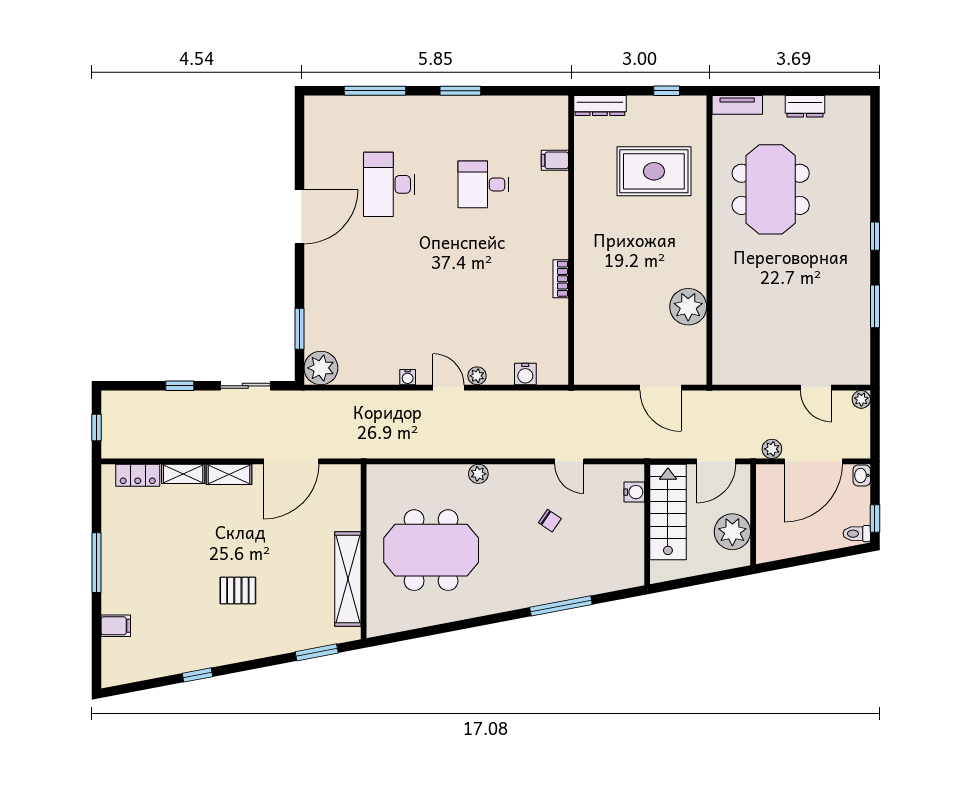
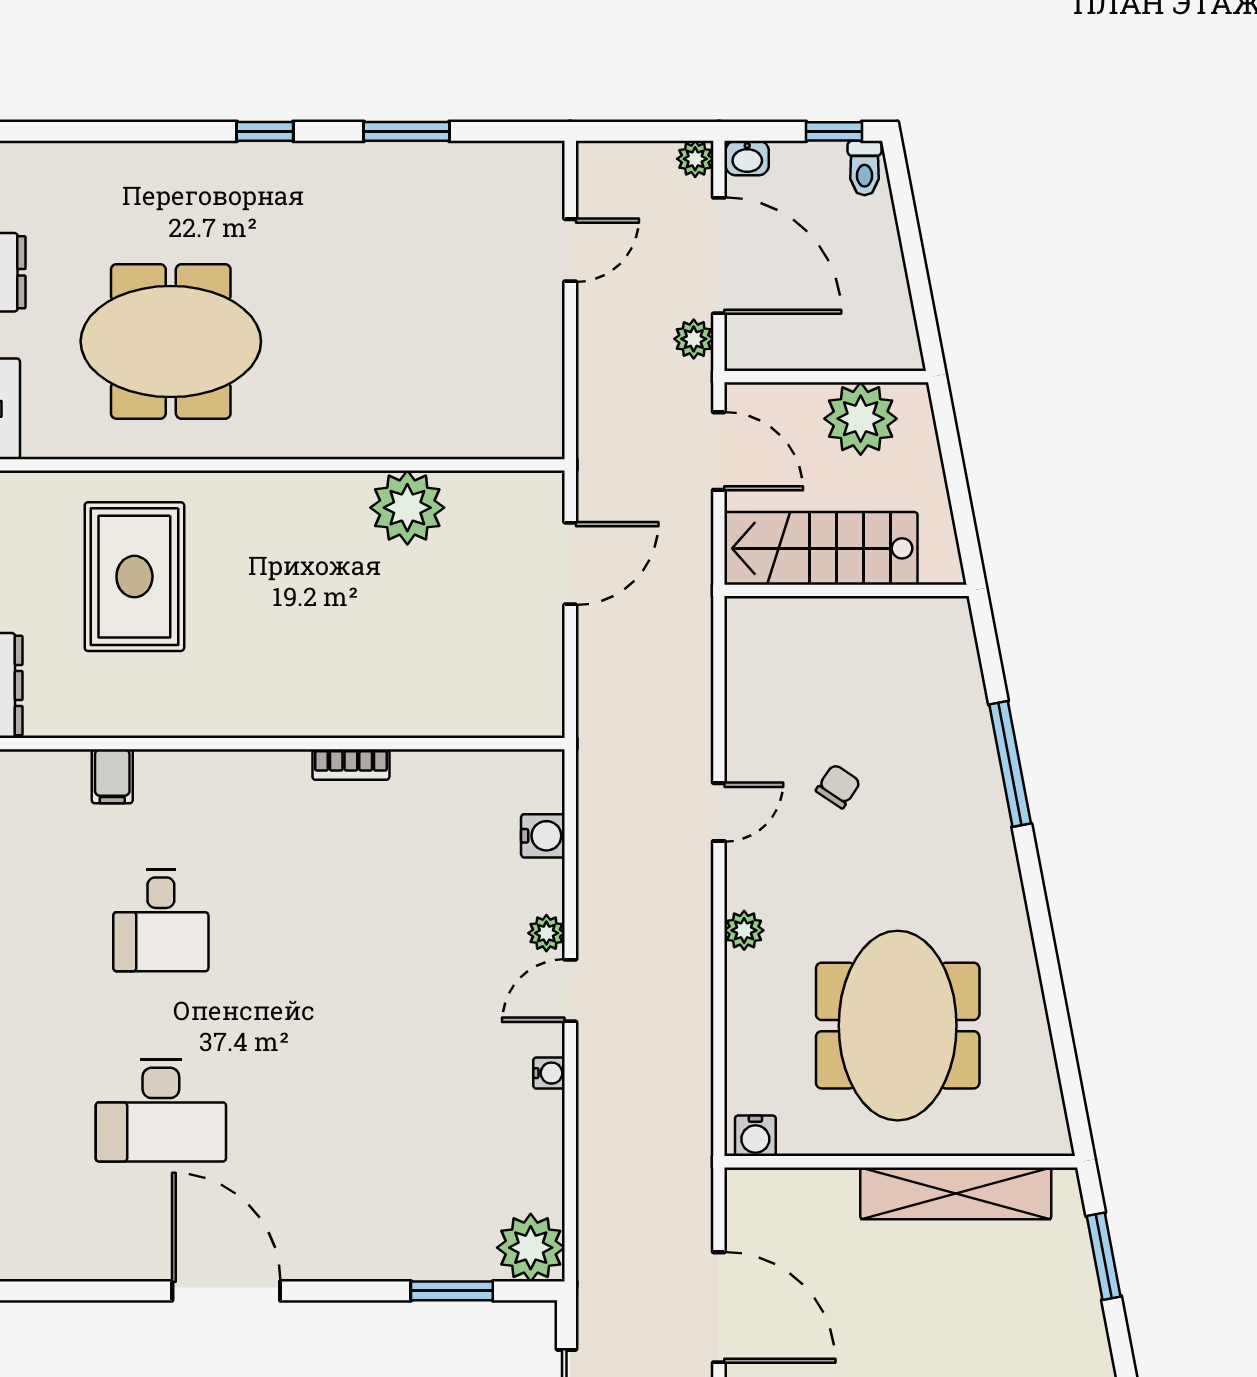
plant: (861, 399) -> (695, 159), moved
door: (569, 461) -> (719, 812), moved
water cooler: (634, 492) -> (755, 1136), moved, turned 180

